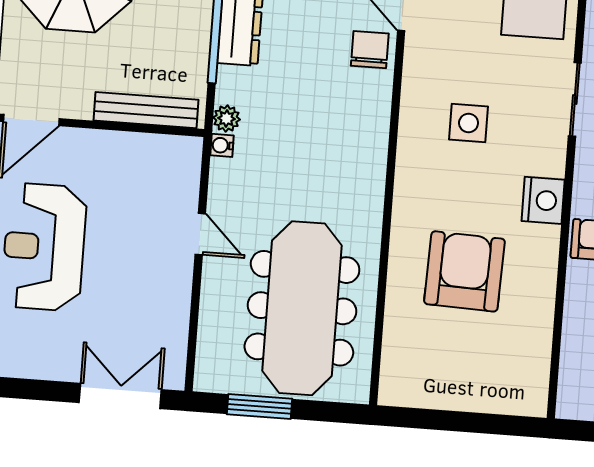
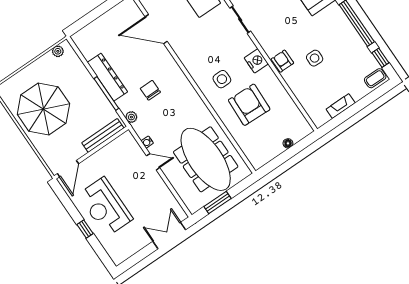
chair: (370, 50) -> (150, 90), moved
side table: (469, 123) -> (222, 79), moved
water cooler: (222, 145) -> (147, 142), moved
floor lamp: (479, 401) -> (288, 143), added

